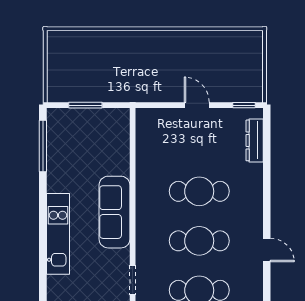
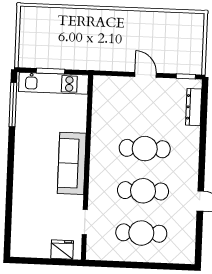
kitchen unit: (58, 234) -> (53, 83), moved, turned 90

